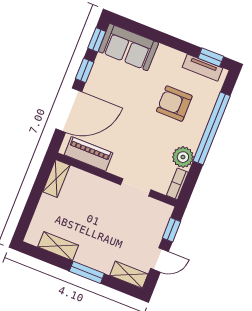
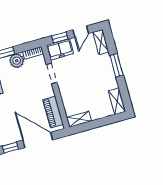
freezer: (157, 219) -> (60, 49), added
shelving: (58, 246) -> (117, 101), moved
door: (160, 260) -> (81, 32), swing flipped

